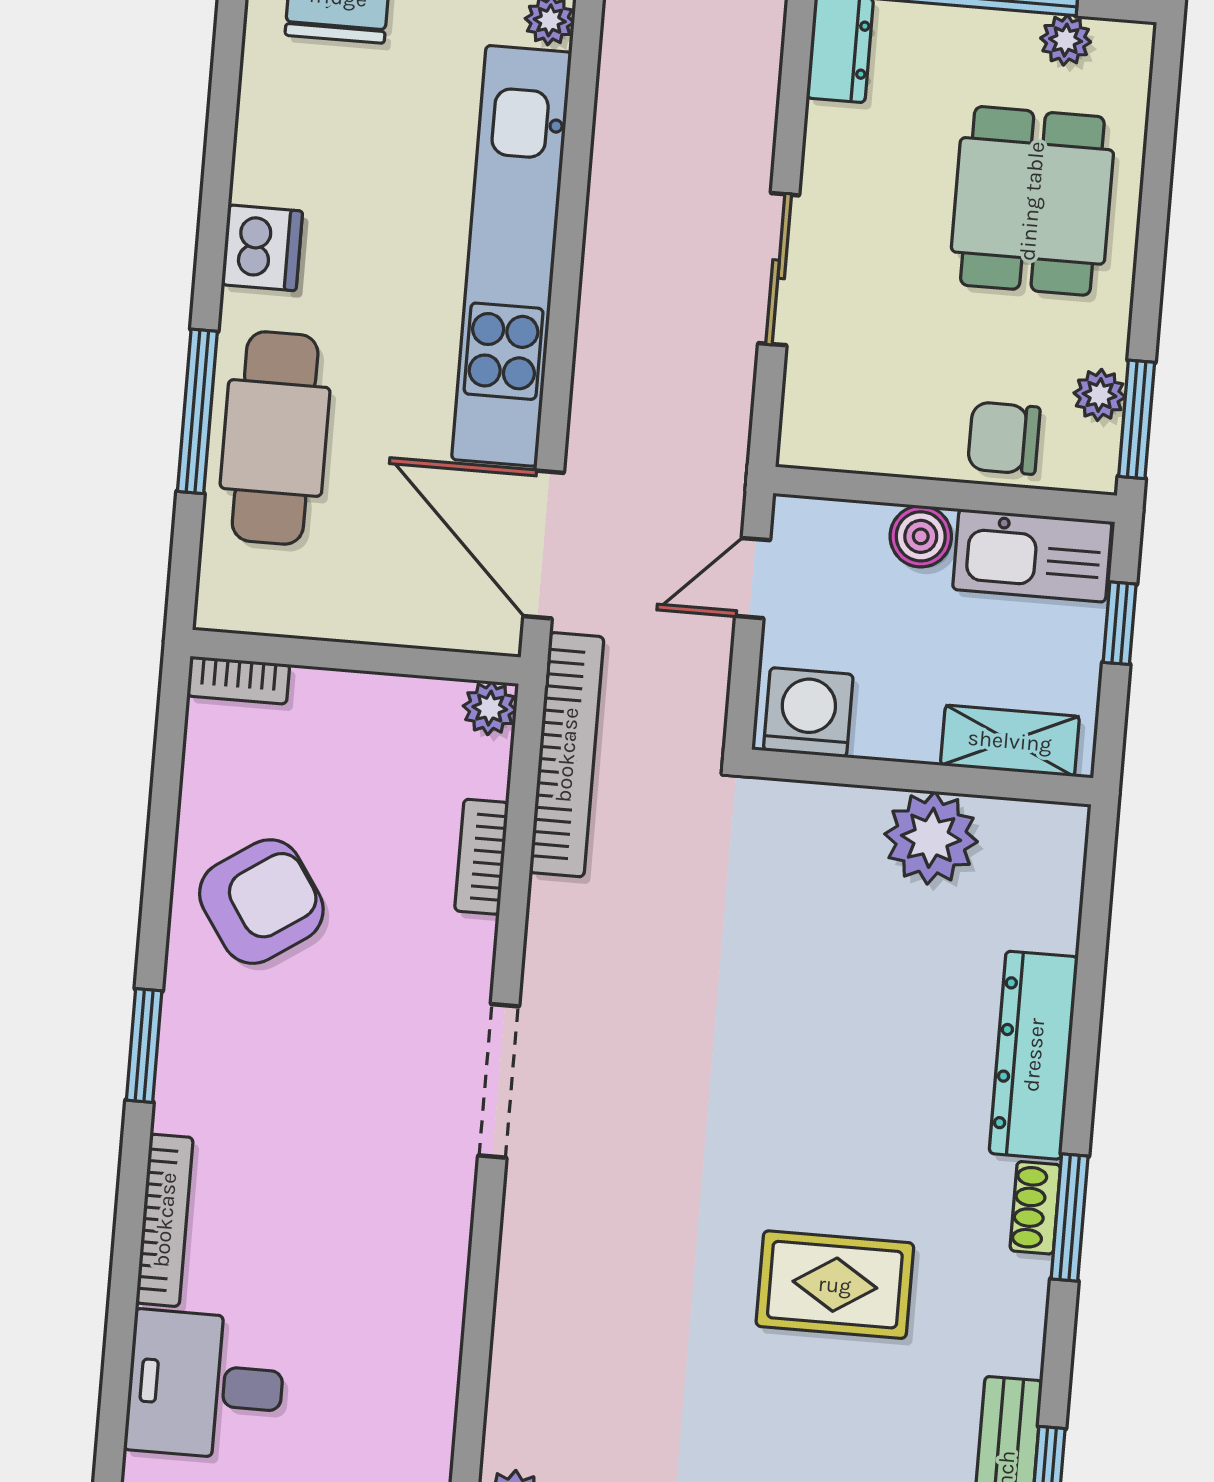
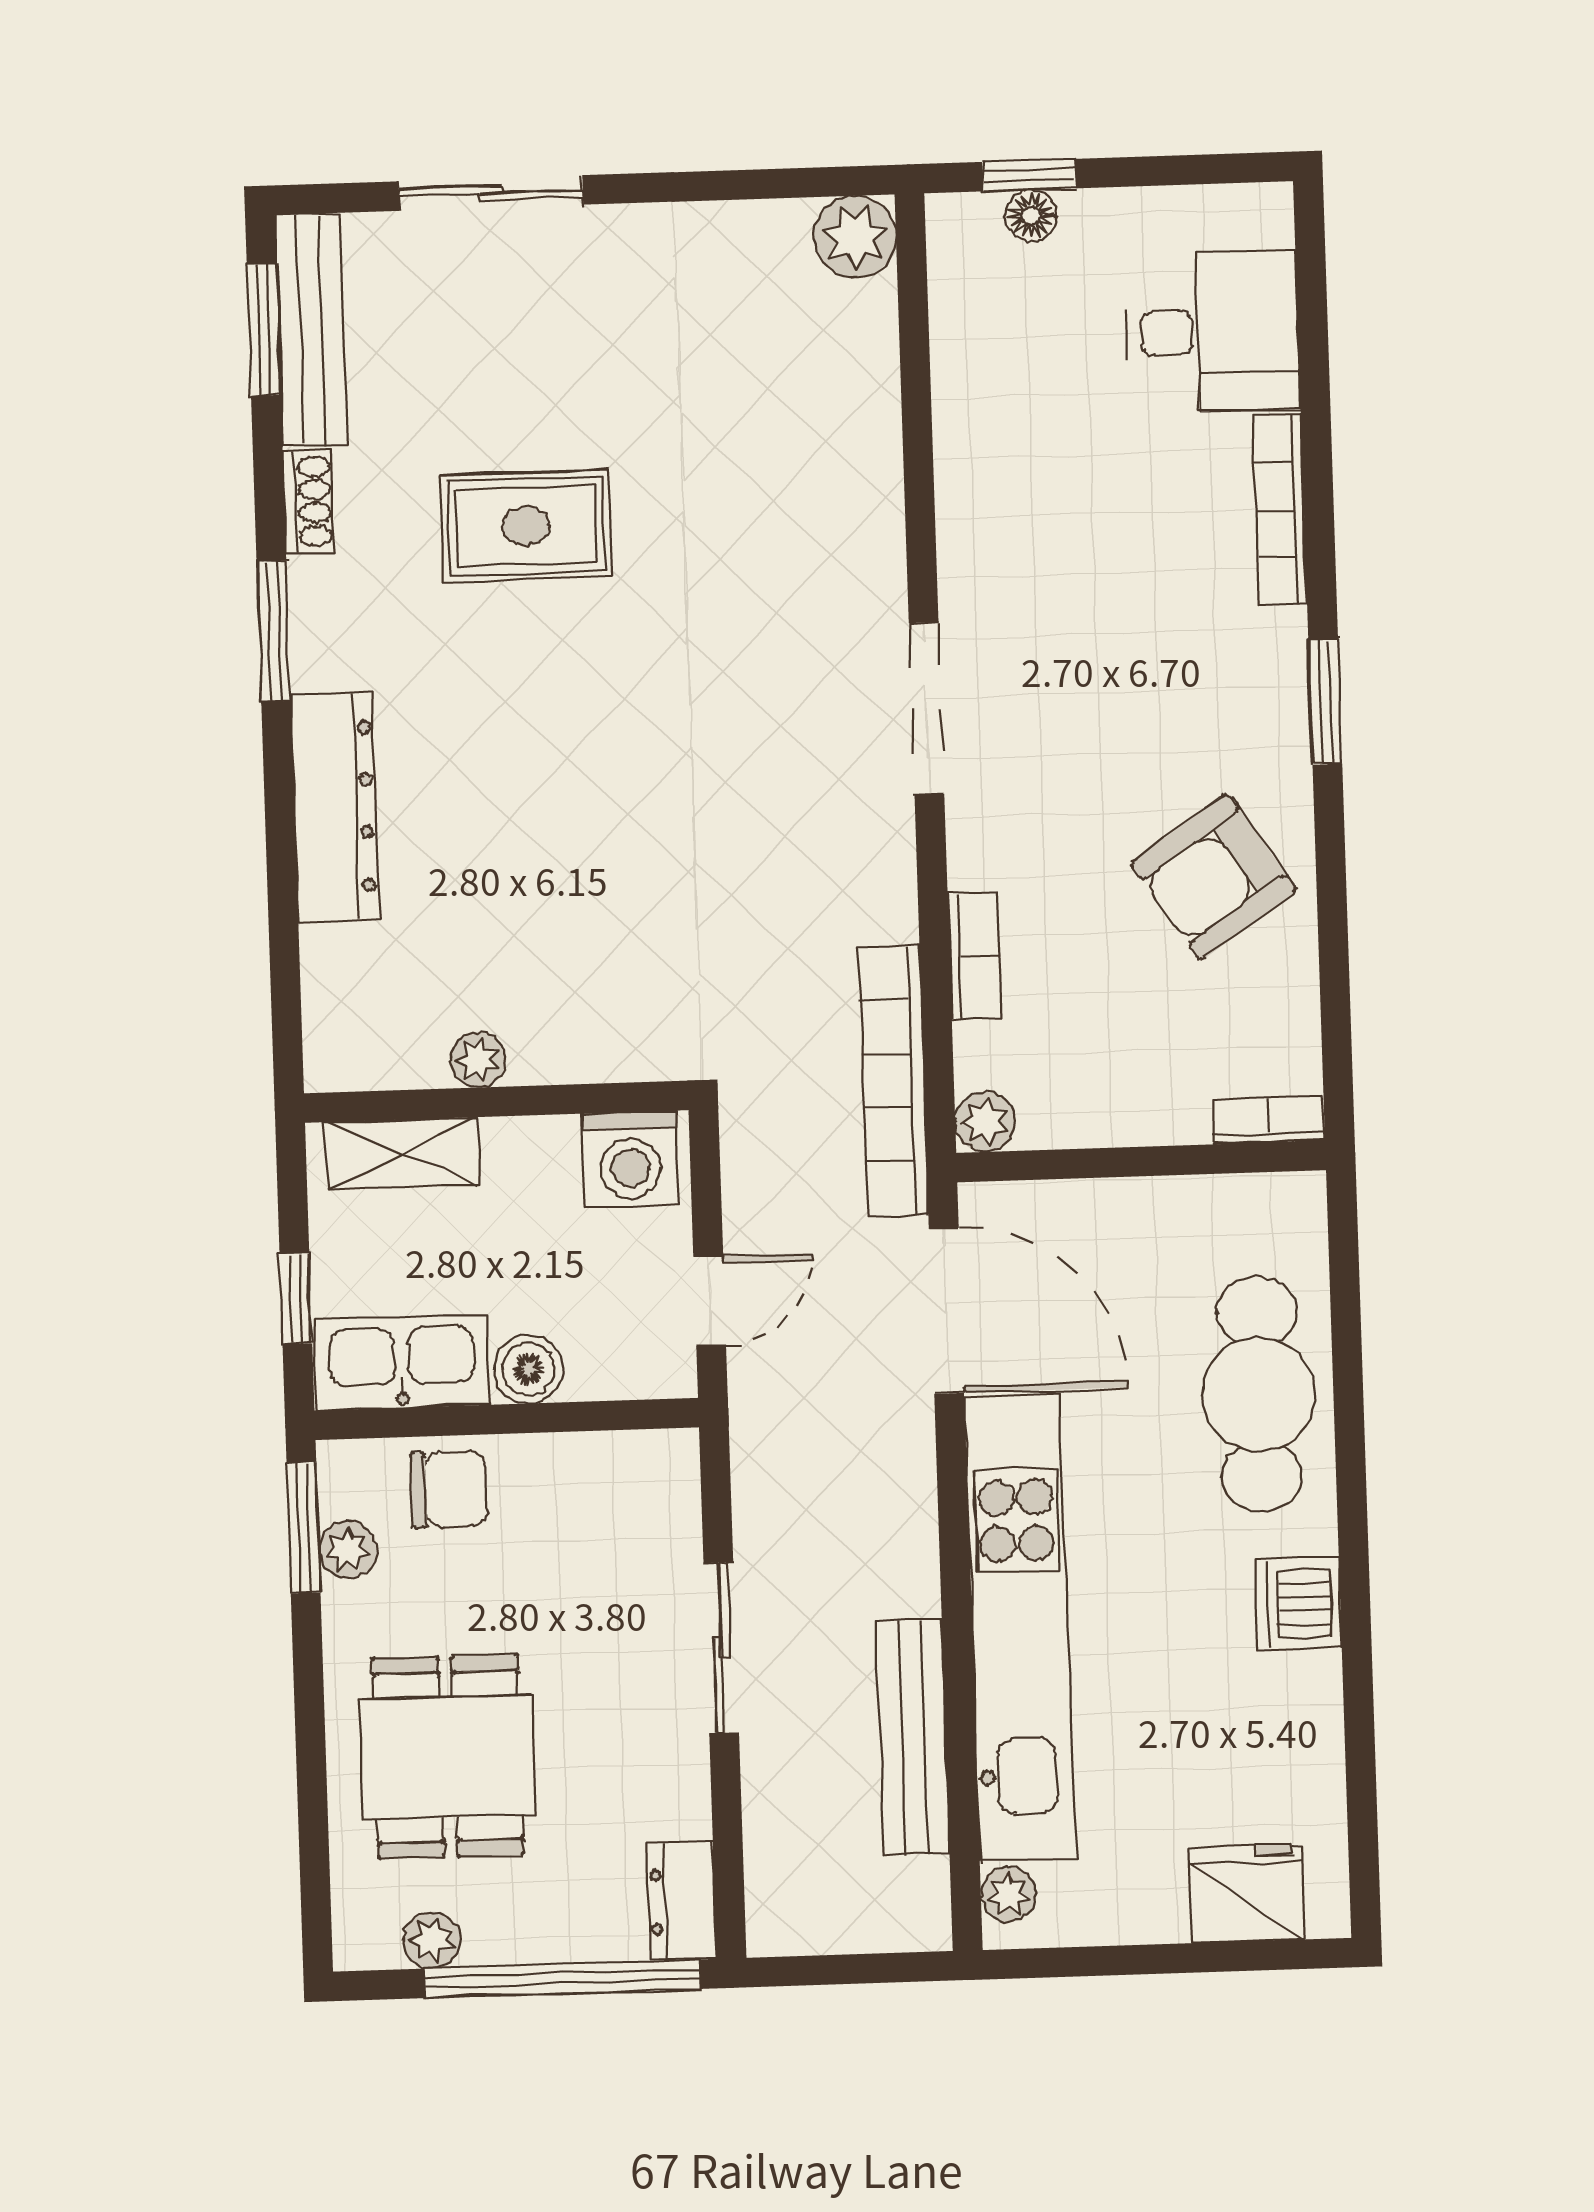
bench: (618, 170) -> (913, 1737), added
window: (197, 411) -> (1349, 1414), removed
plant: (931, 838) -> (478, 1060), width x0.53, depth x0.53
shoe rack: (1035, 1208) -> (309, 501), moved

